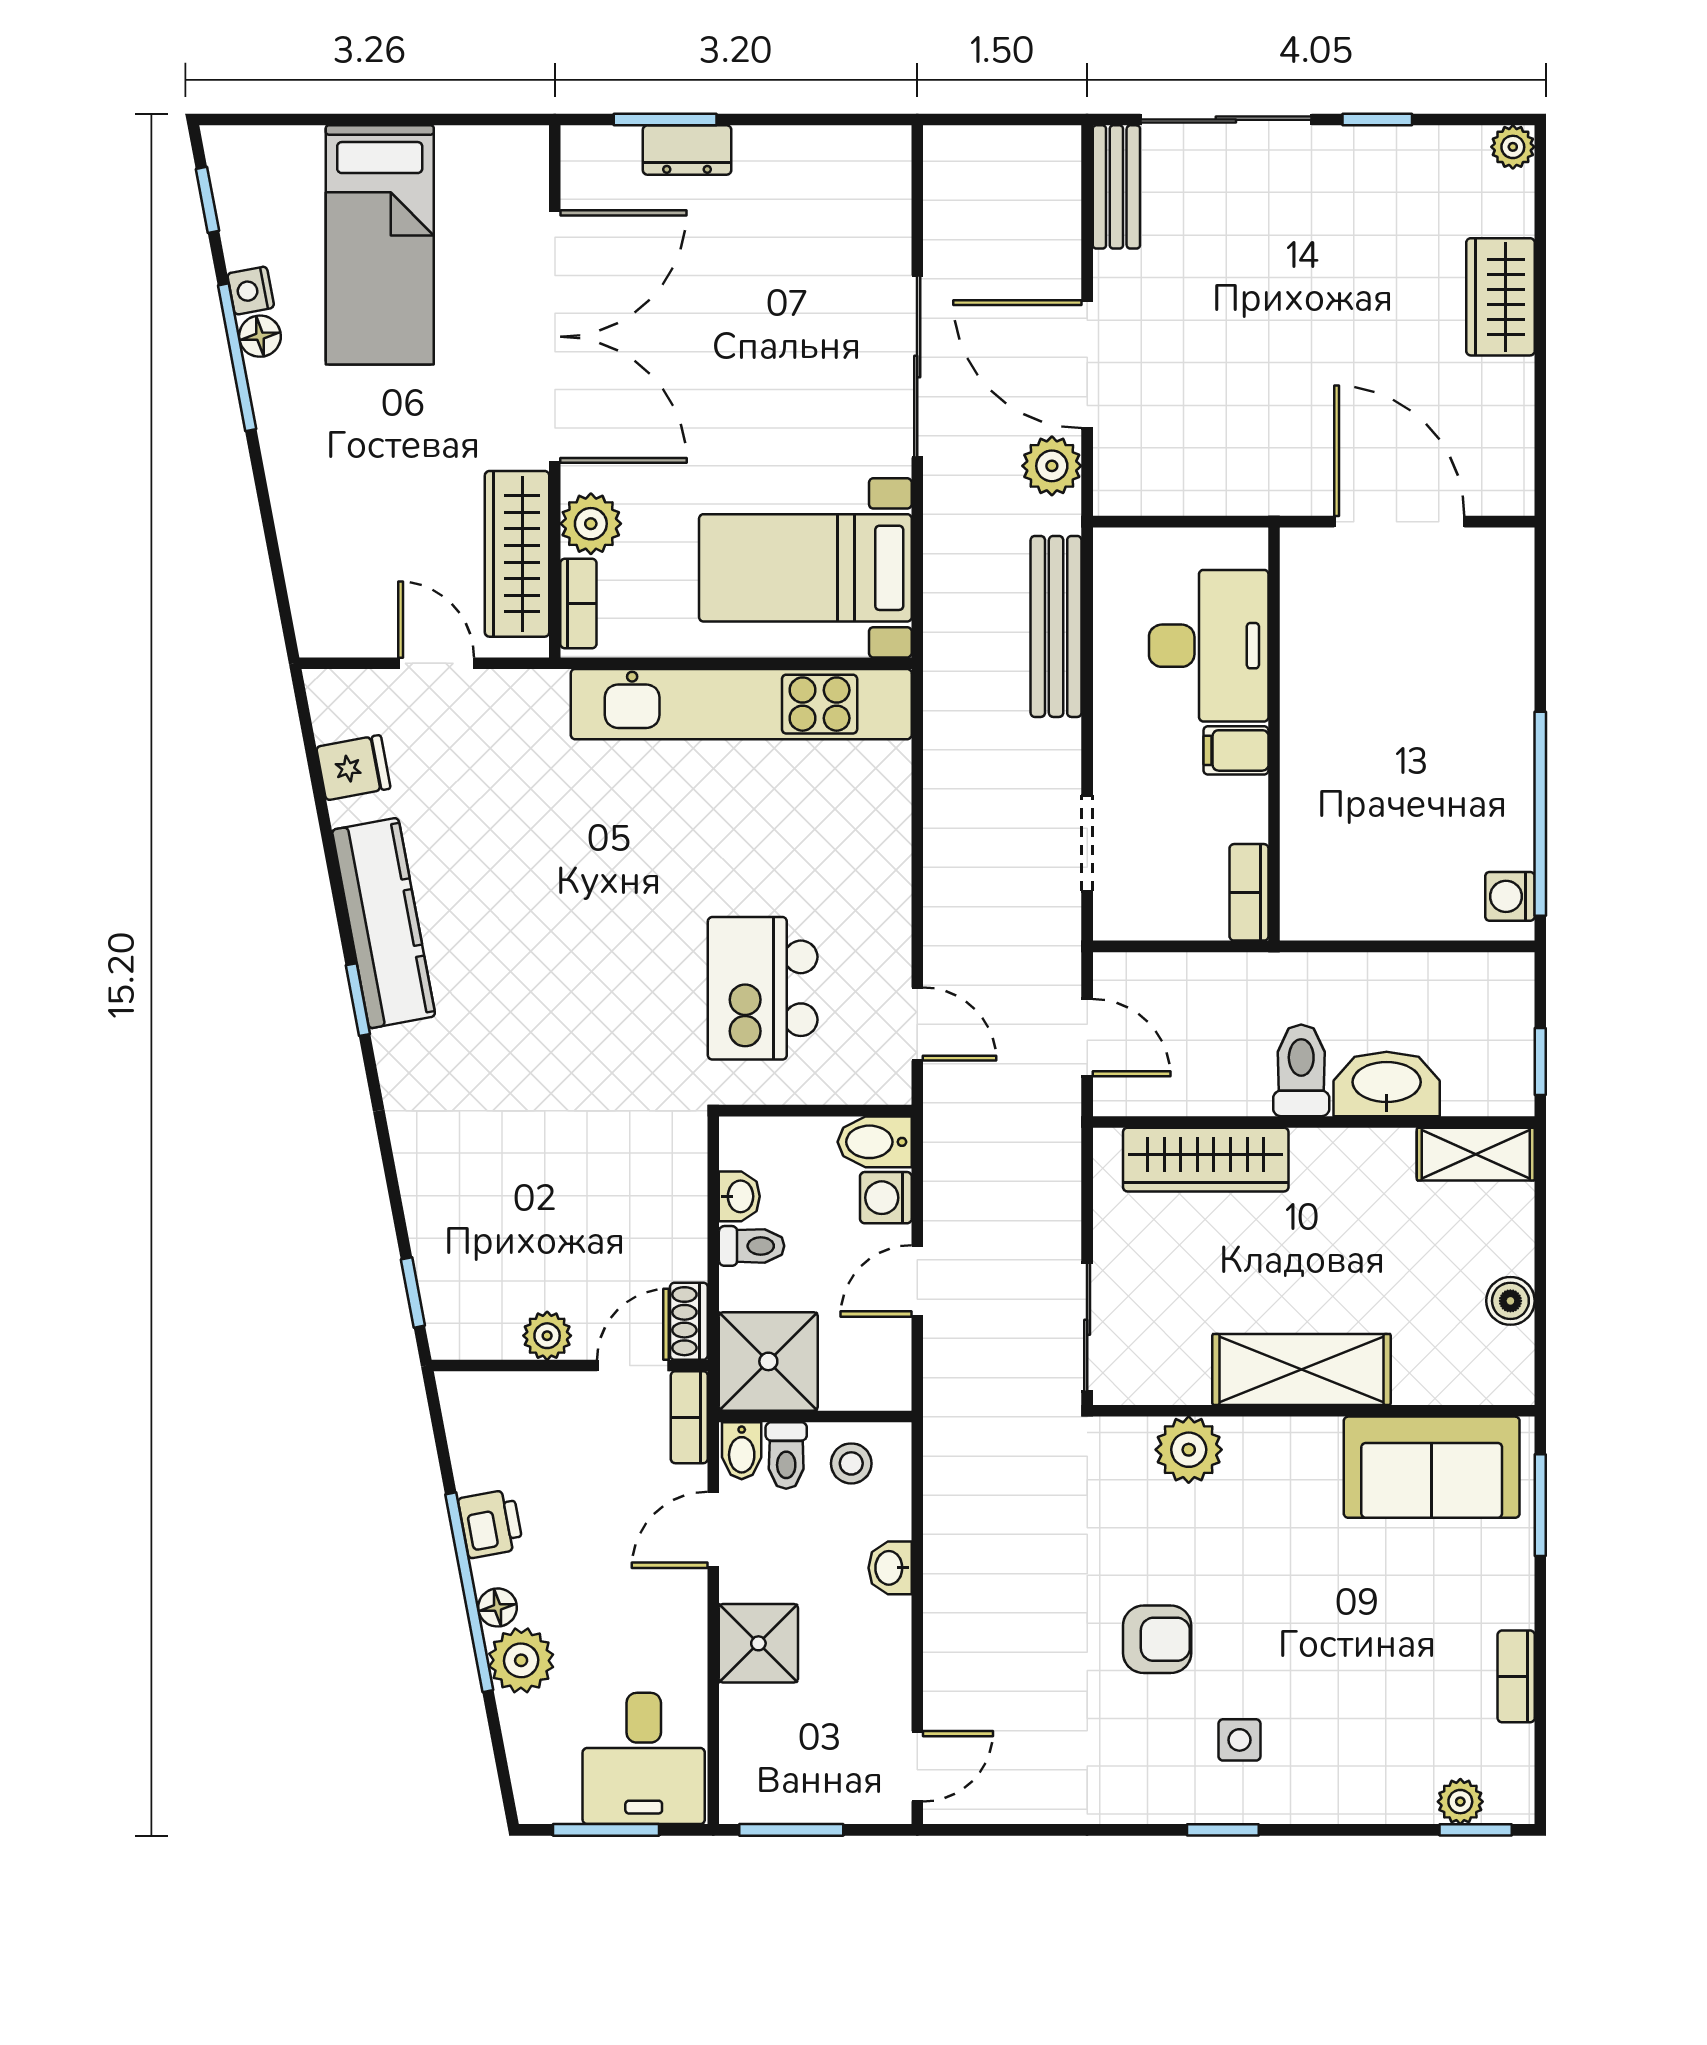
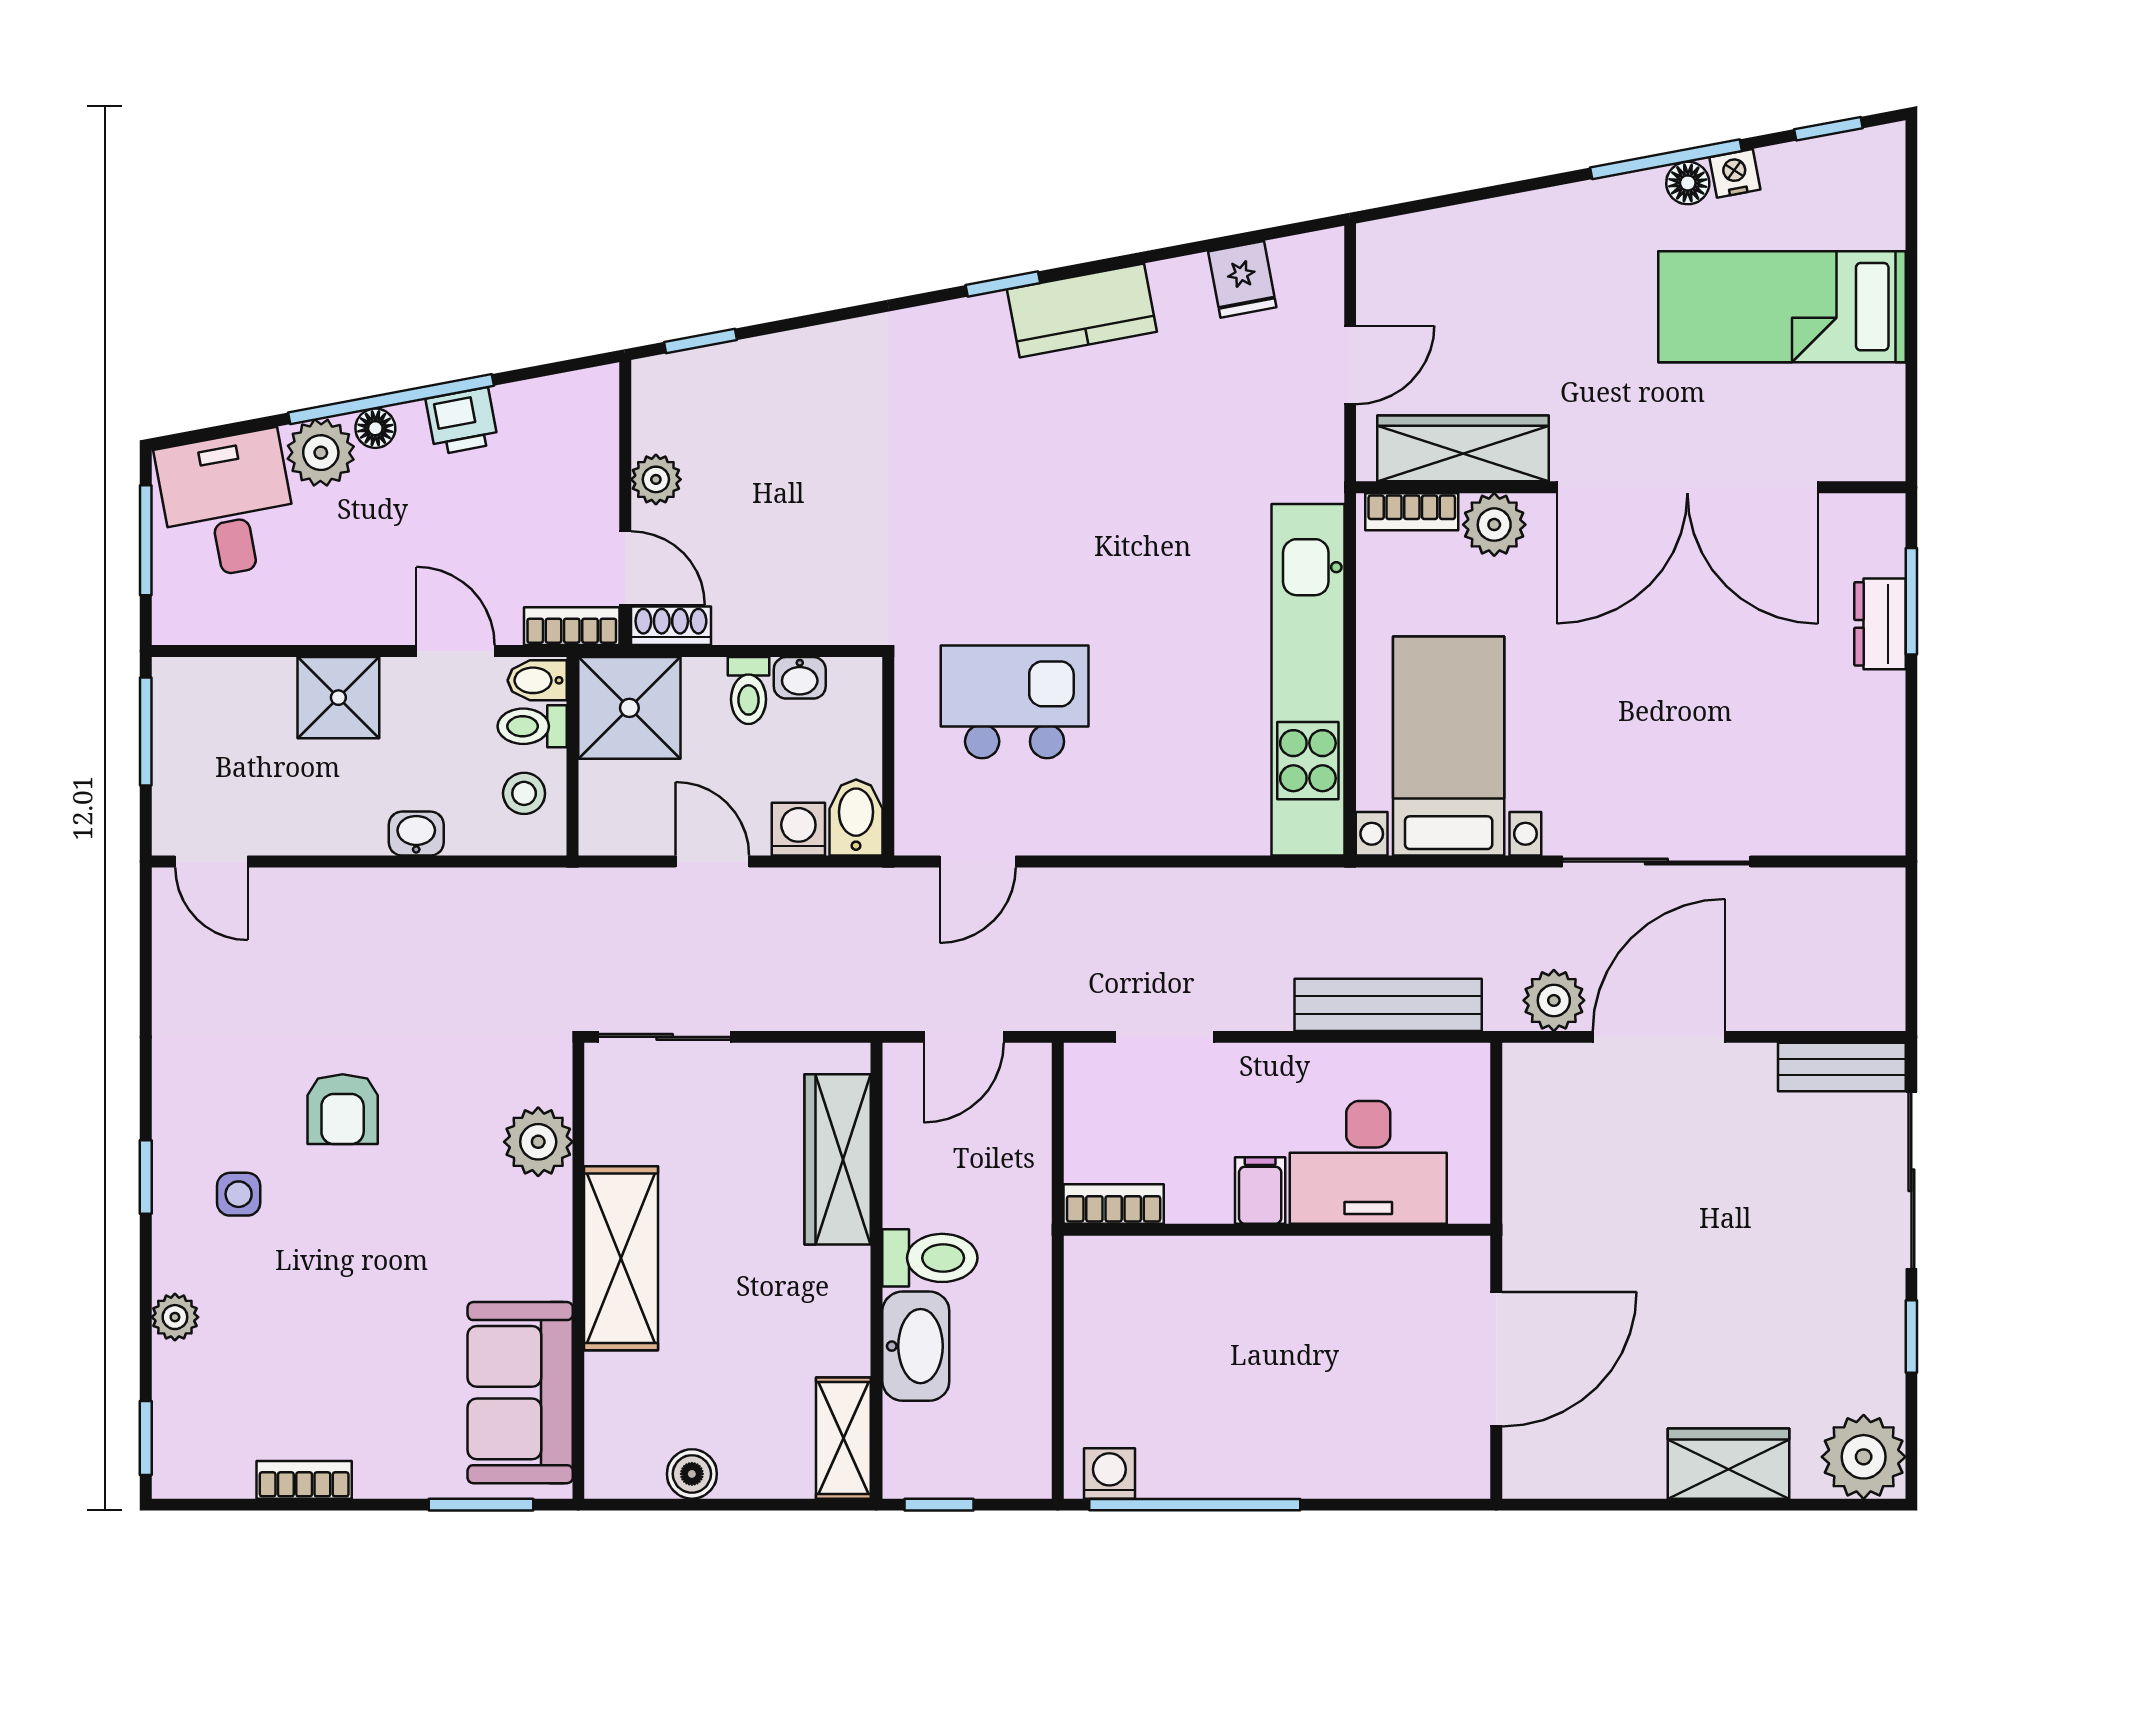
plant: (1513, 147) -> (1864, 1457), width x1.88, depth x1.88
kitchen counter: (384, 923) -> (1082, 311), width x0.67
desk: (644, 1758) -> (228, 505), moved, turned 79
plant: (1460, 1802) -> (175, 1317), moved

